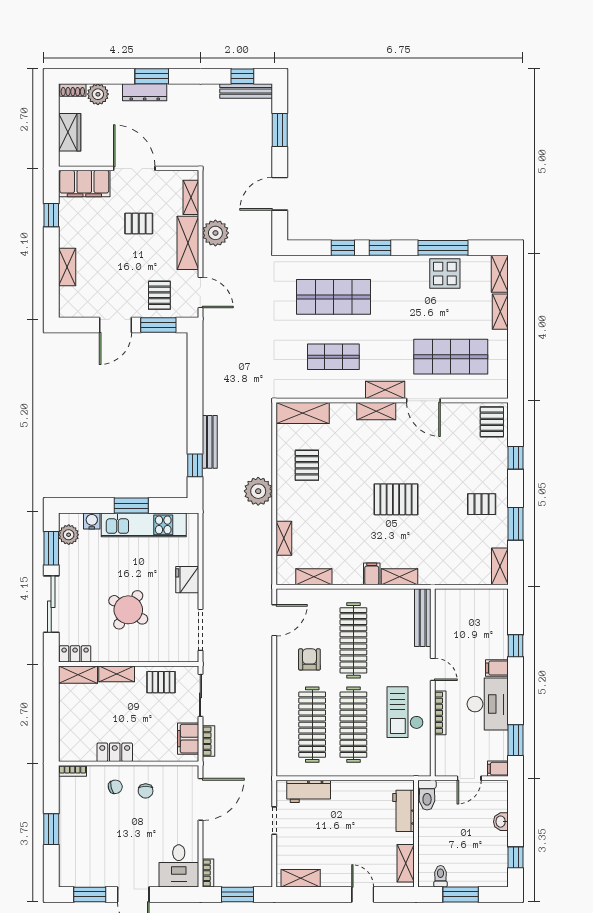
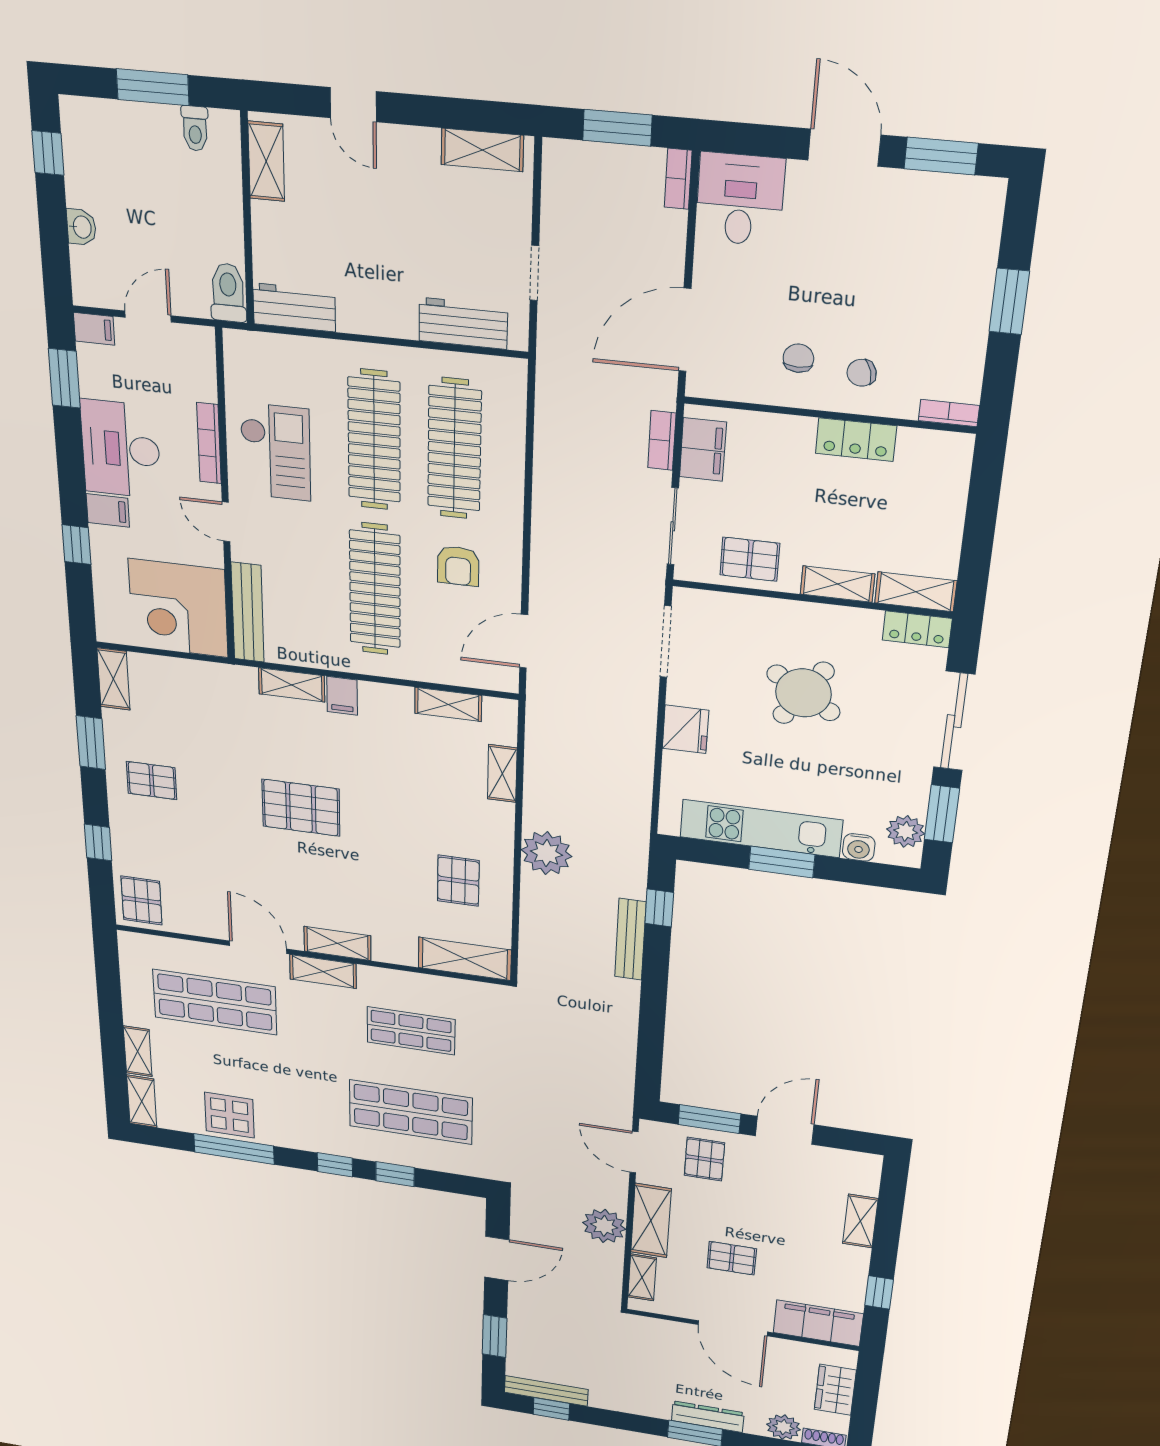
corner desk: (461, 615) -> (178, 608), added
workbench: (404, 811) -> (294, 307), moved, turned -90

